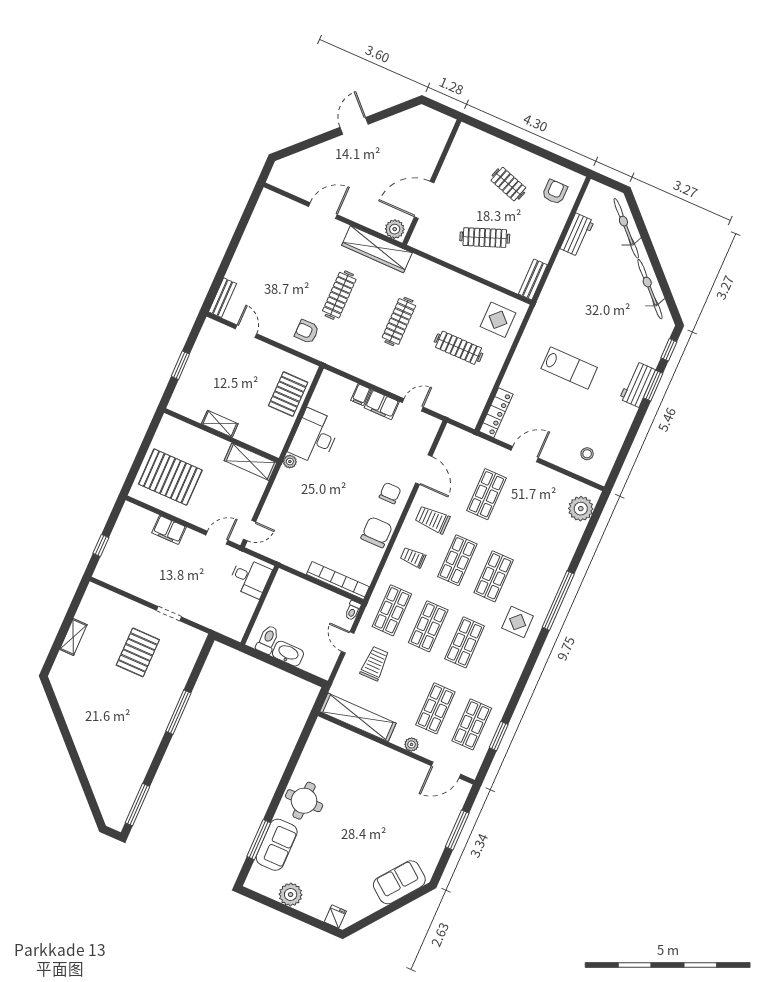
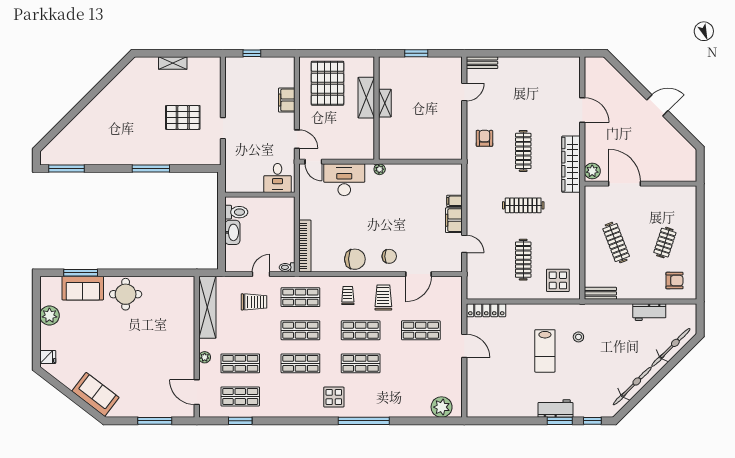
clothes rail: (339, 295) -> (523, 151), turned 90
pallet: (288, 394) -> (430, 145), removed
desk: (314, 437) -> (344, 180), moved
stool: (587, 454) -> (578, 337), moved
shelving: (250, 462) -> (366, 98), moved

